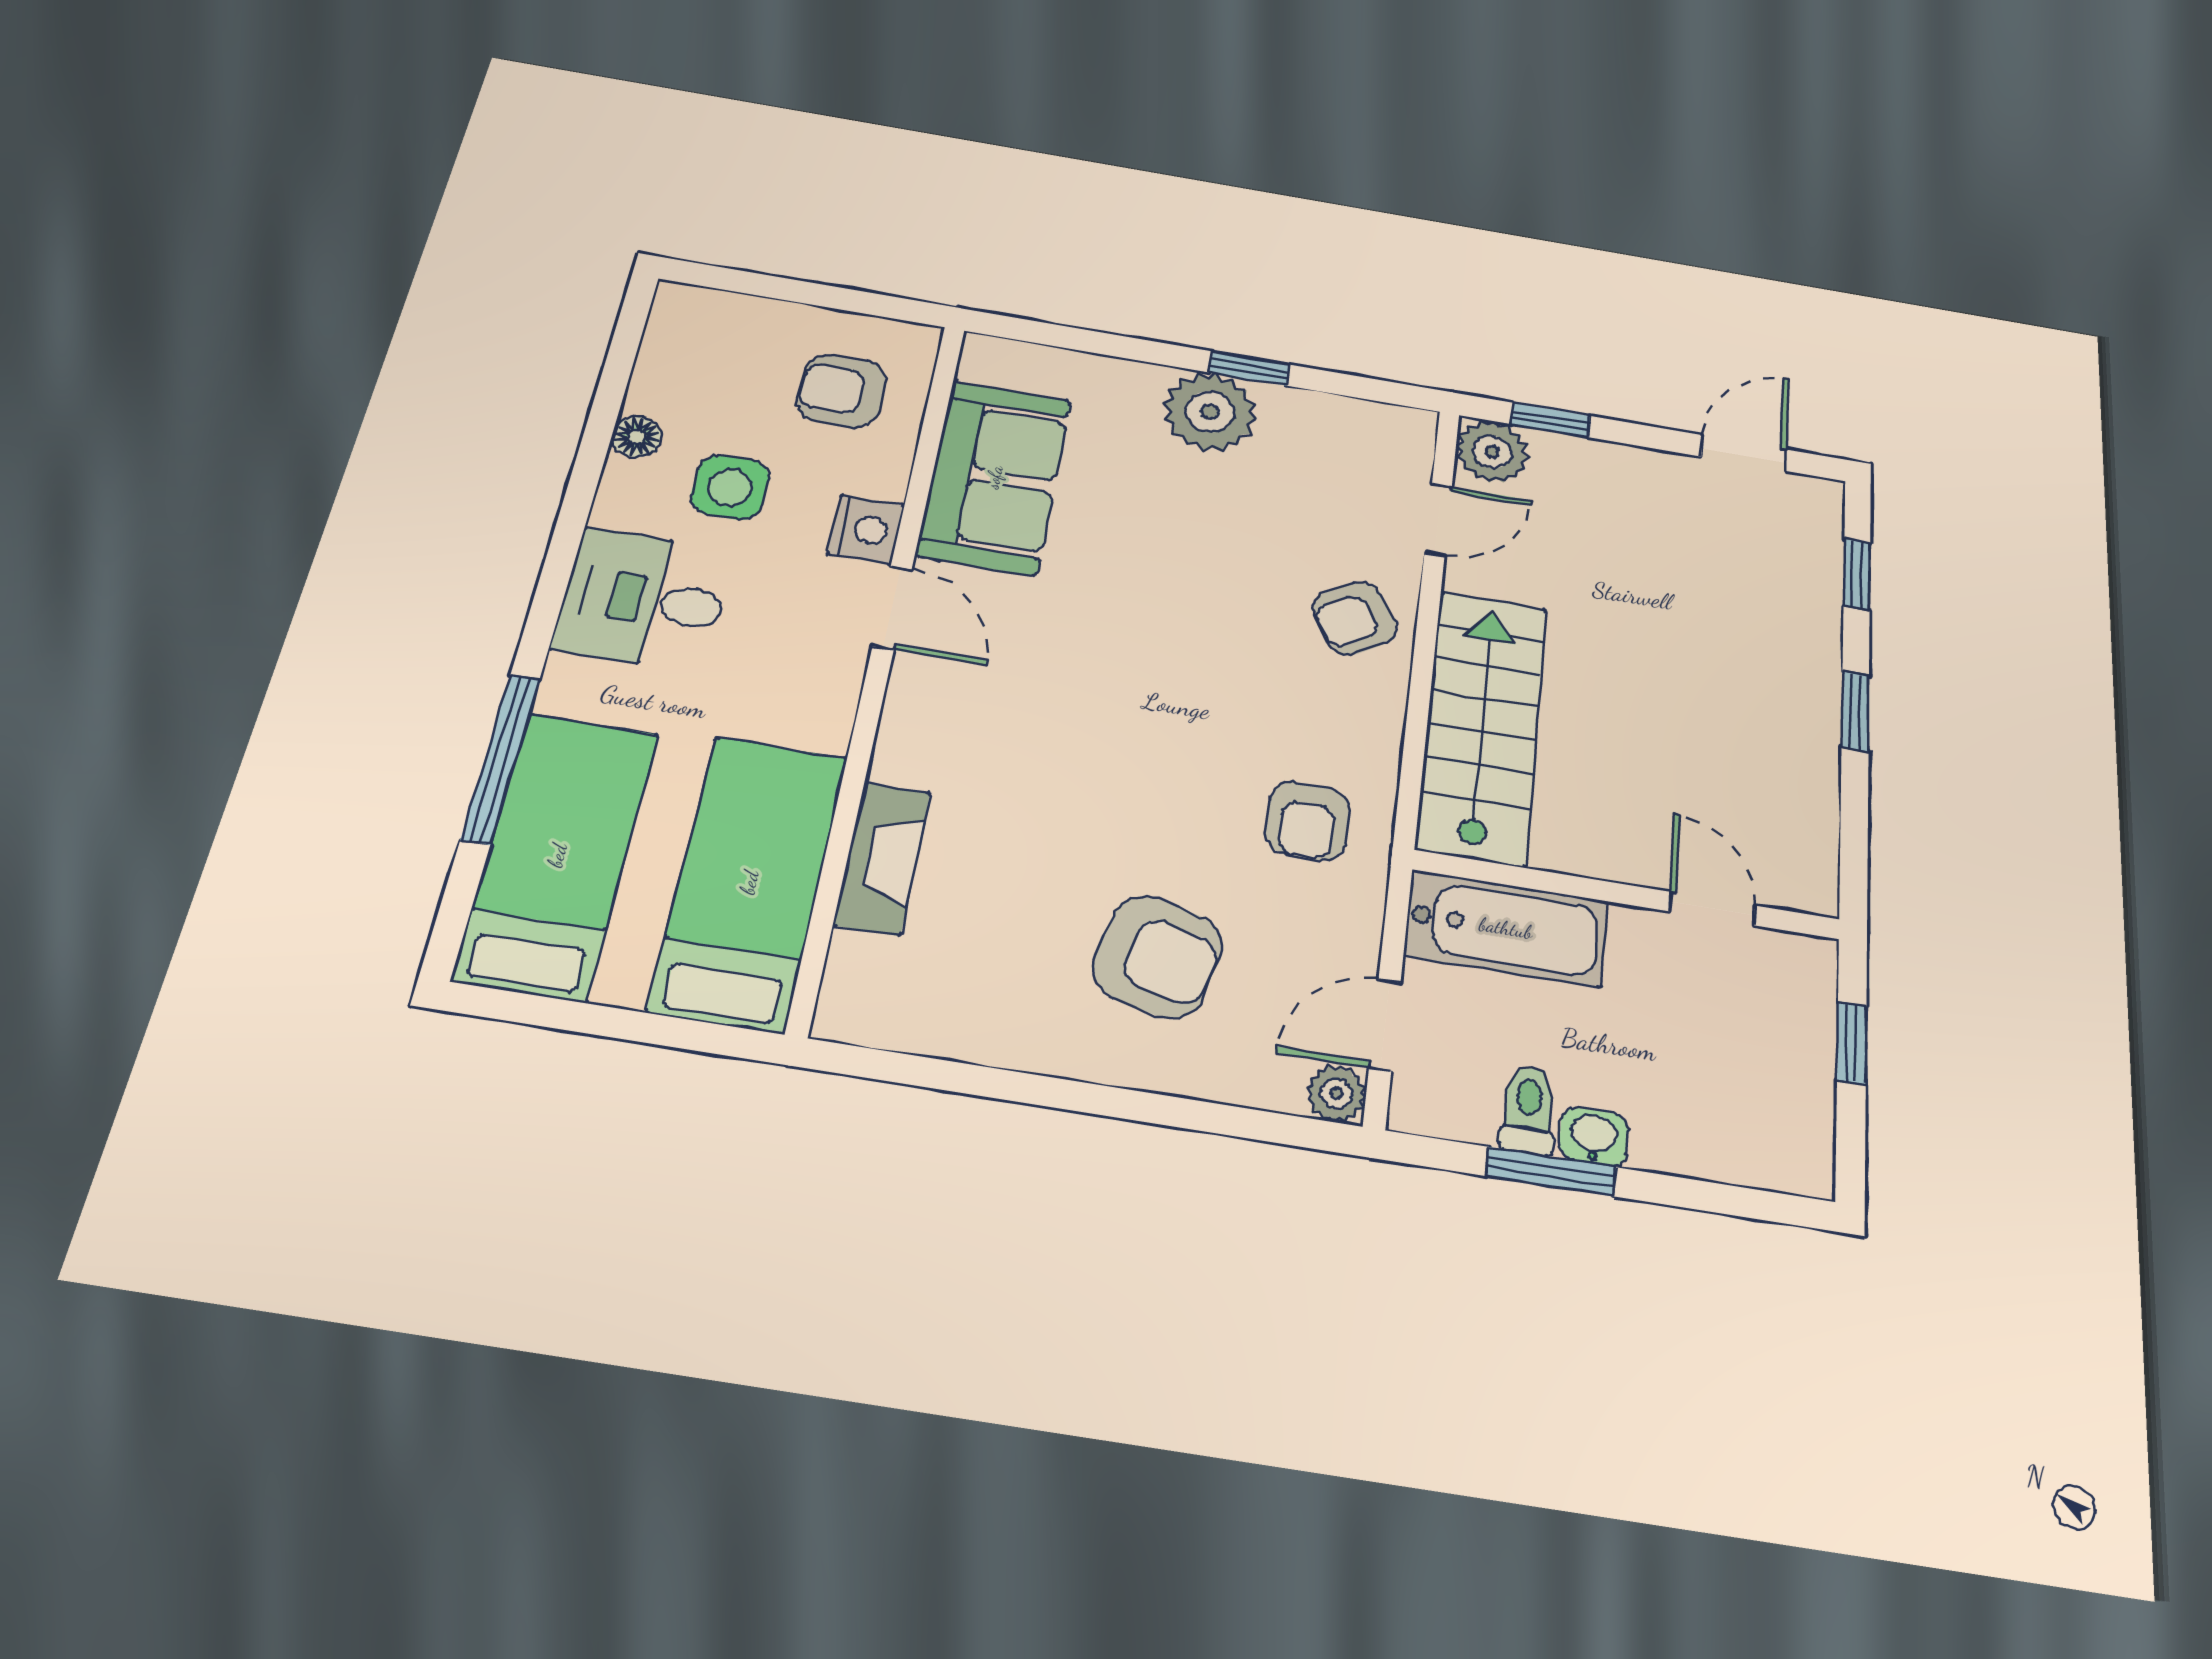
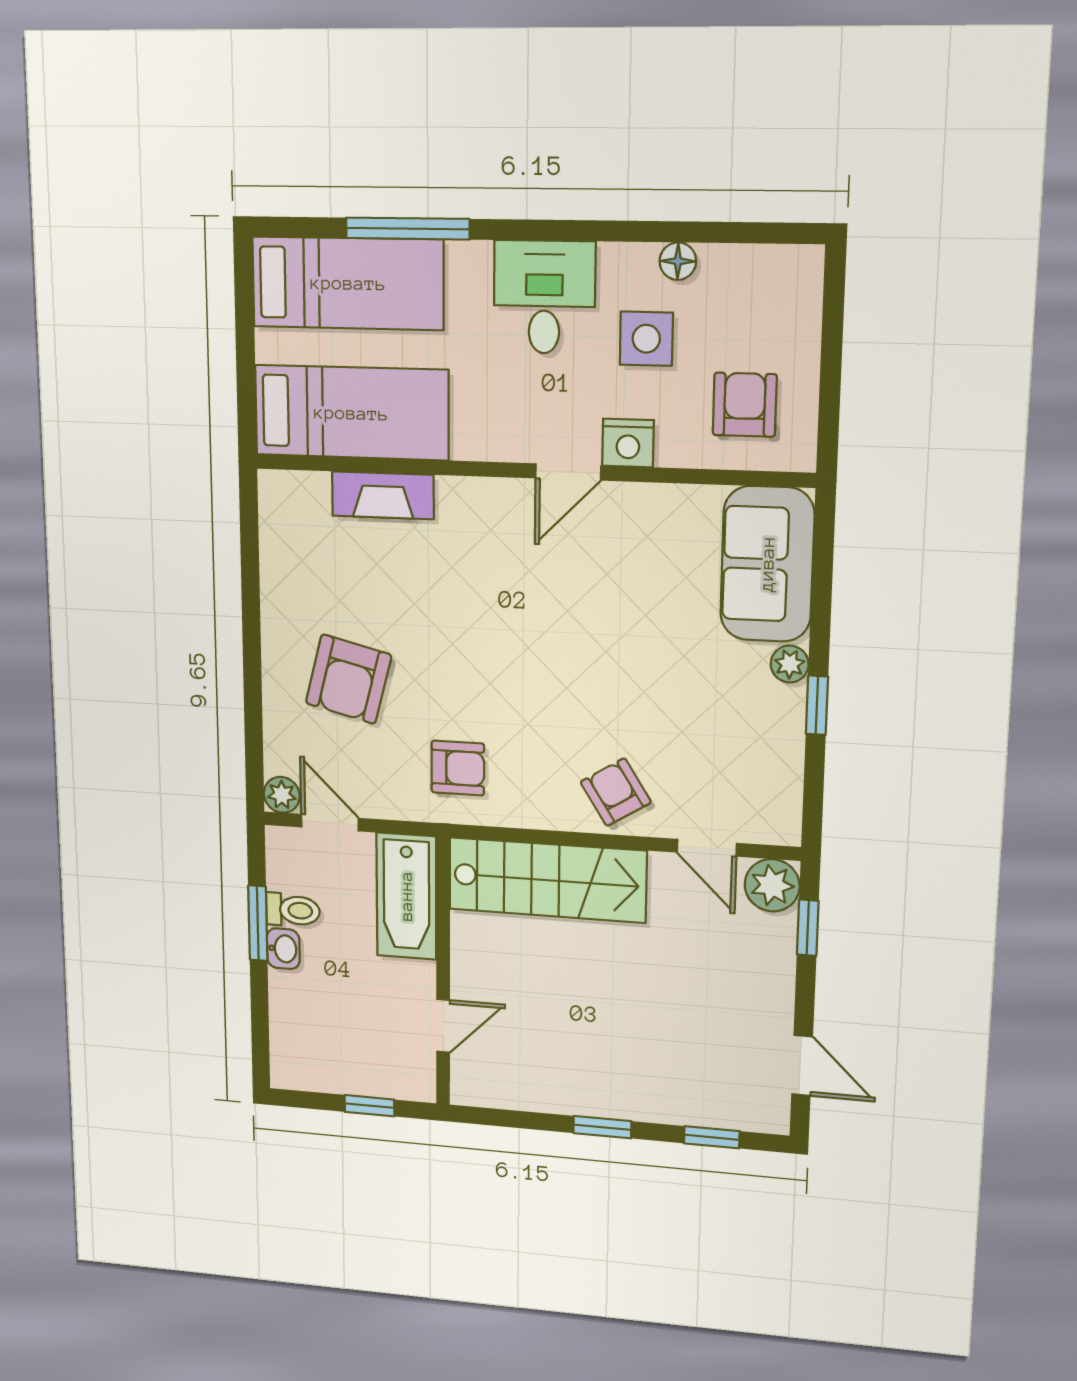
plant: (1210, 412) -> (790, 664), width x0.53, depth x0.53
sofa: (994, 477) -> (767, 564), moved, turned 90
armchair: (1308, 821) -> (458, 768), turned 180

